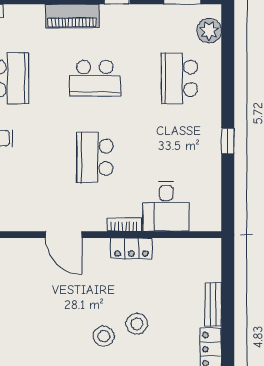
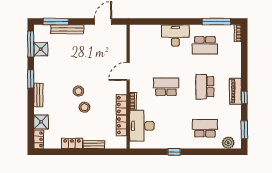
piano: (72, 16) -> (235, 91), moved
desk: (166, 207) -> (142, 126), width x1.37
locker: (175, 248) -> (121, 126), added

